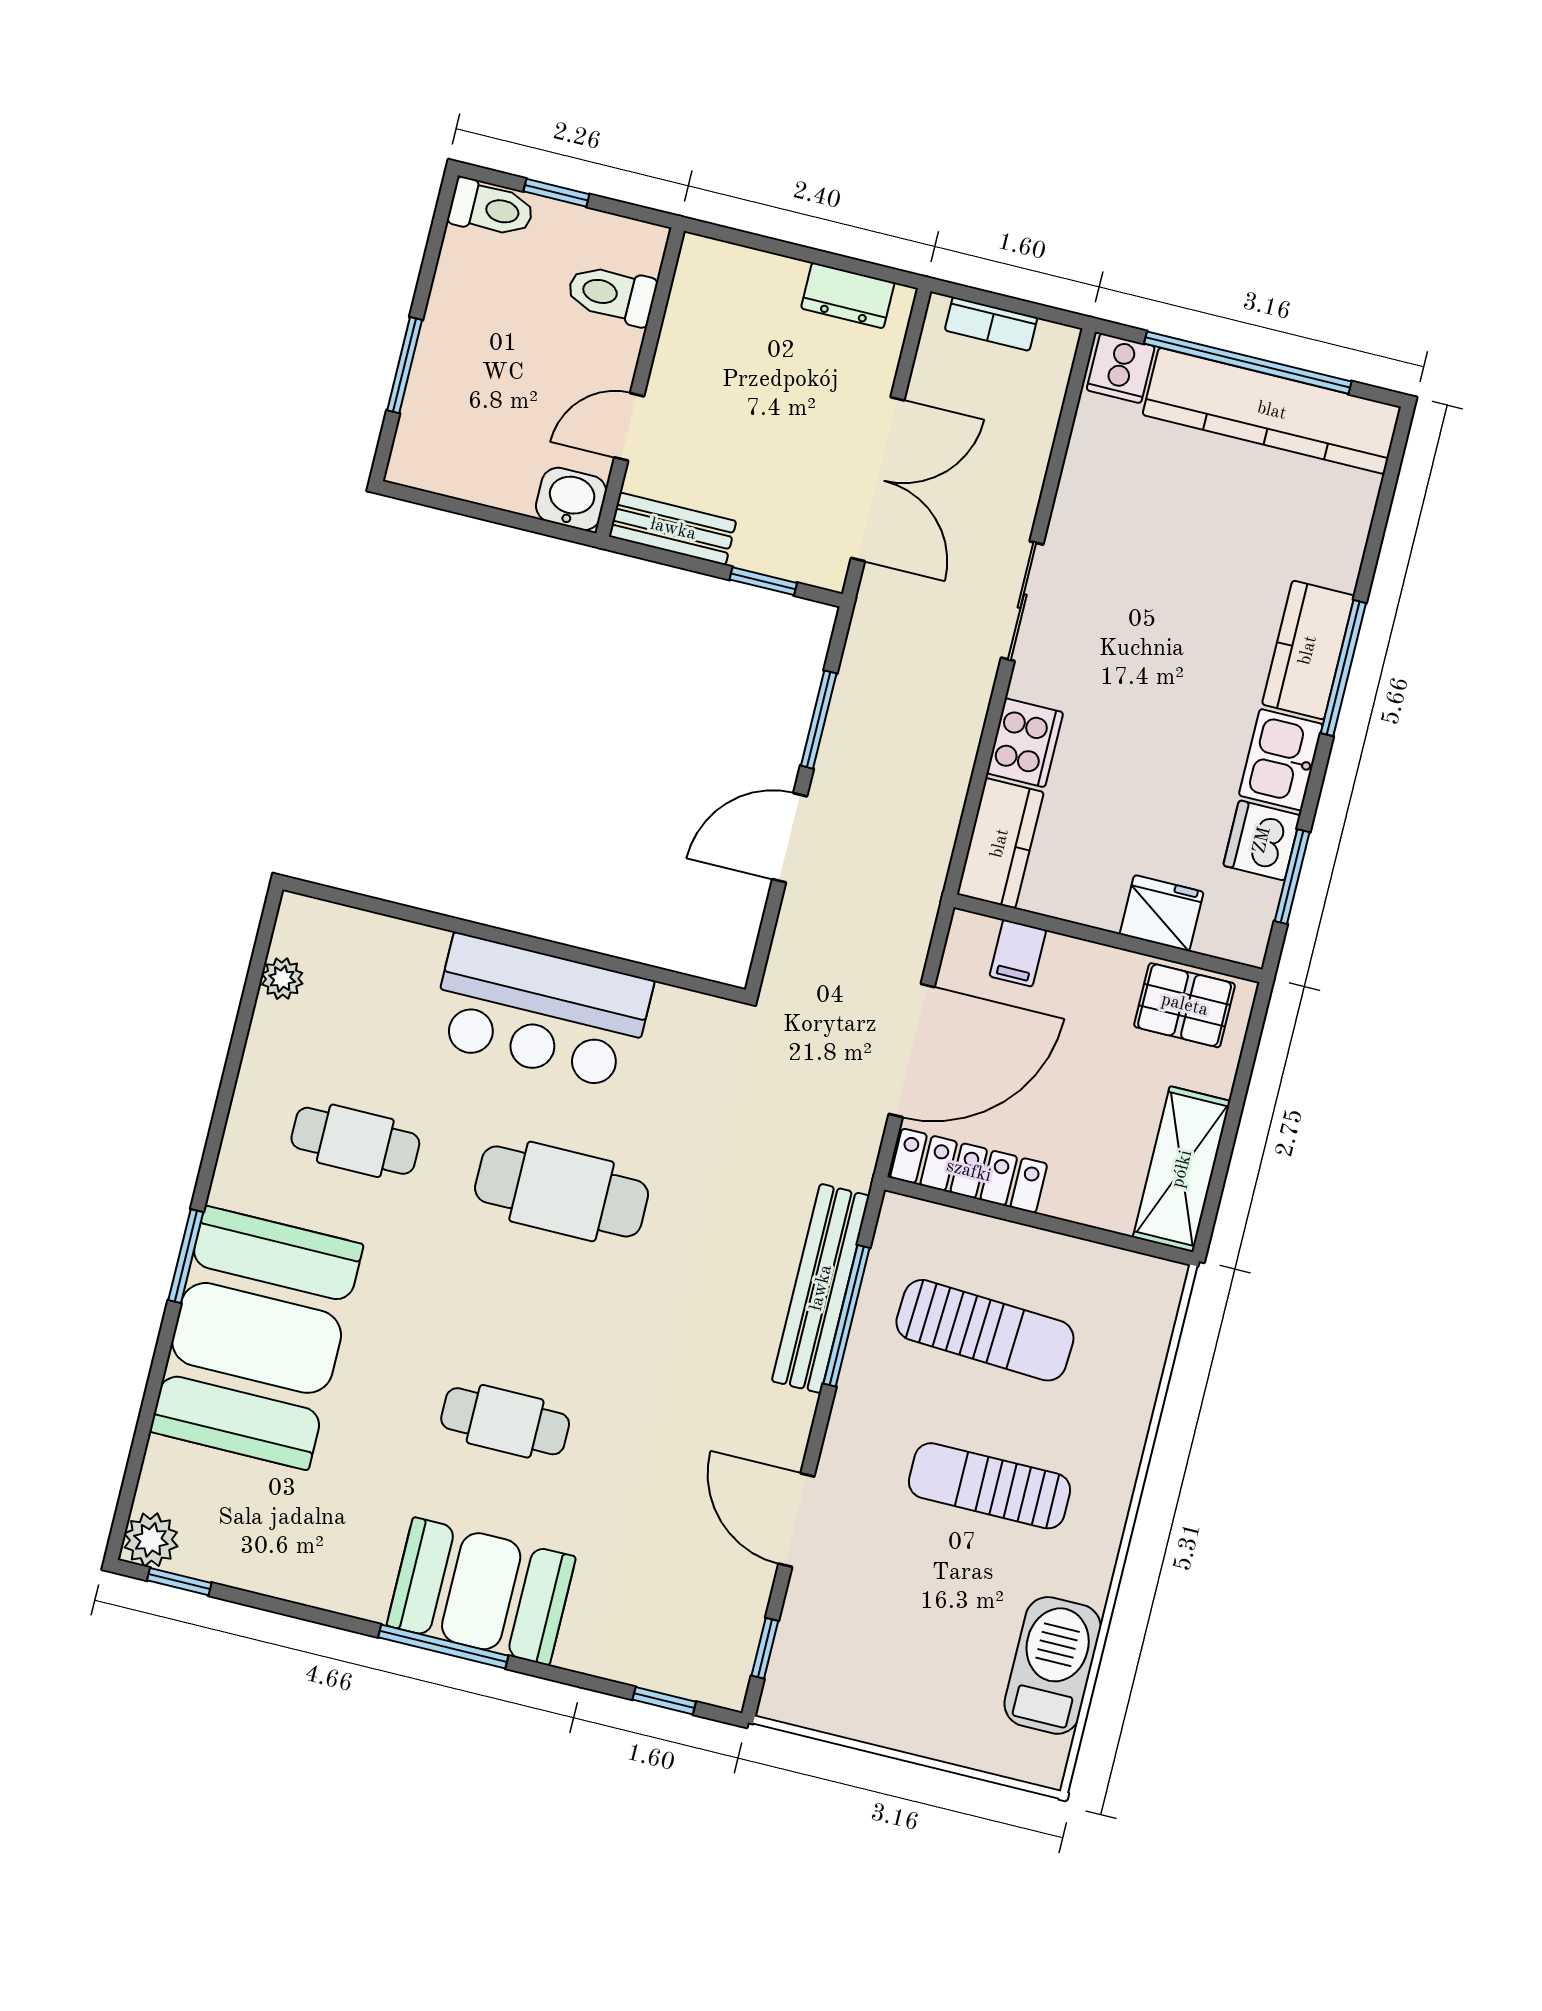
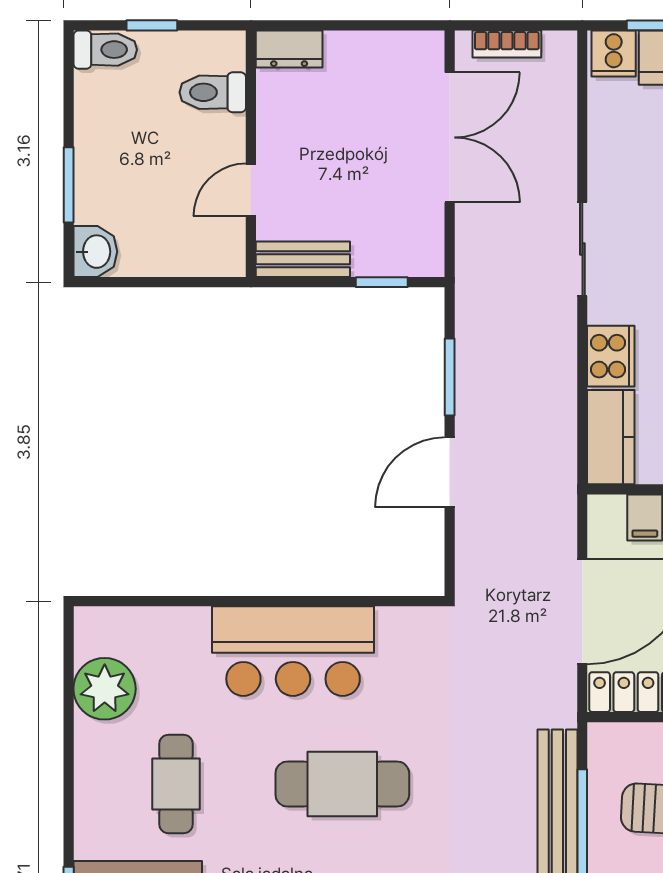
dresser: (848, 295) -> (289, 49), moved
double door: (878, 479) -> (450, 137), moved
washbasin: (571, 499) -> (95, 252), moved, turned 90
plant: (282, 979) -> (105, 689), width x1.88, depth x1.88
cafe table: (355, 1141) -> (176, 784), turned 90

